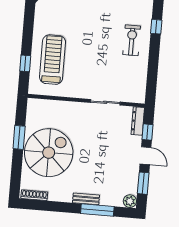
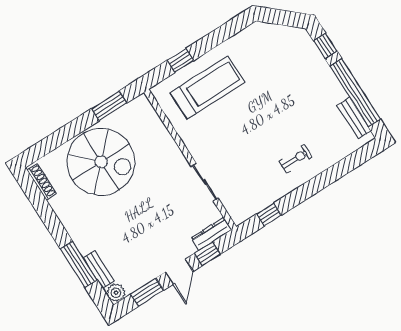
window: (156, 27) -> (269, 215), moved
exercise bike: (132, 40) -> (296, 159), width x0.73, depth x0.72
window: (19, 137) -> (109, 106), moved
bench: (86, 199) -> (99, 270), moved

